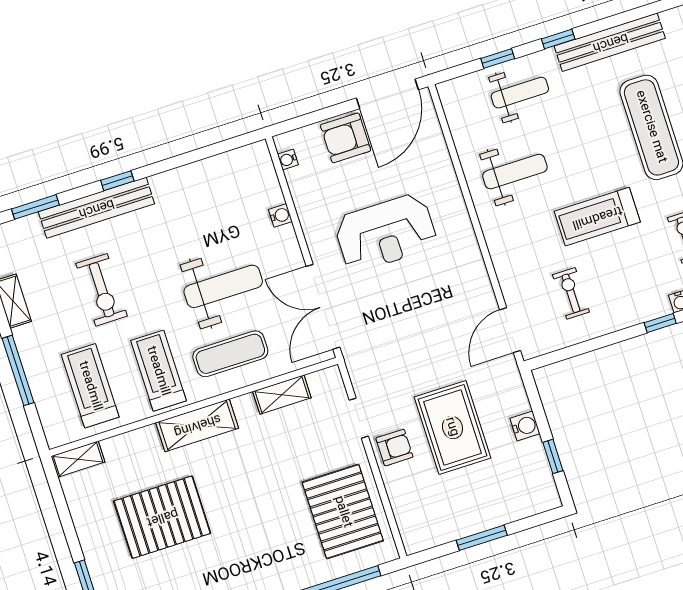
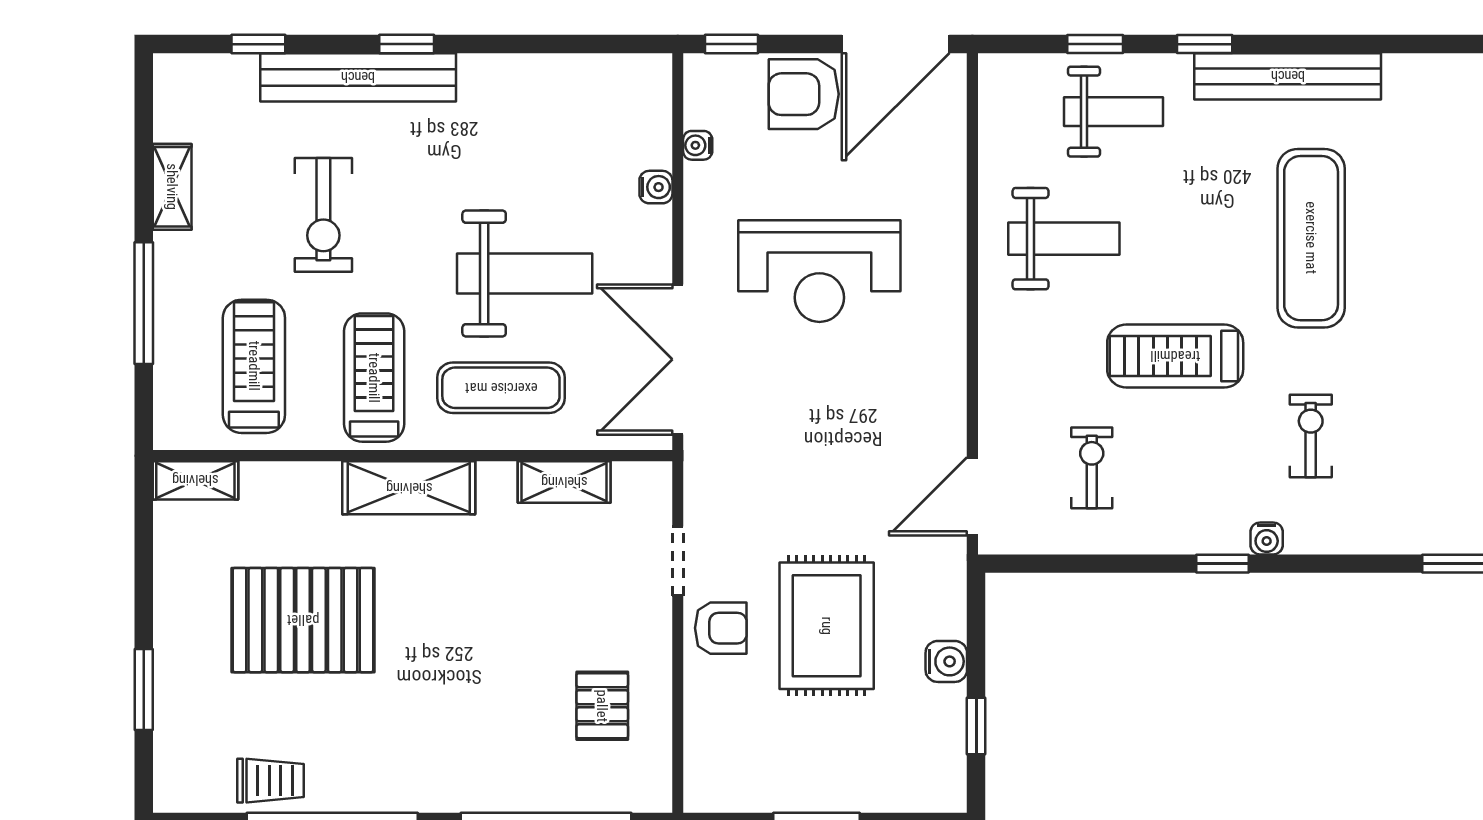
window: (297, 123) -> (732, 44), added
water cooler: (288, 159) -> (698, 145), moved
window: (35, 207) -> (258, 44), width x0.67
pallet: (343, 512) -> (602, 706), width x0.49, depth x0.50

